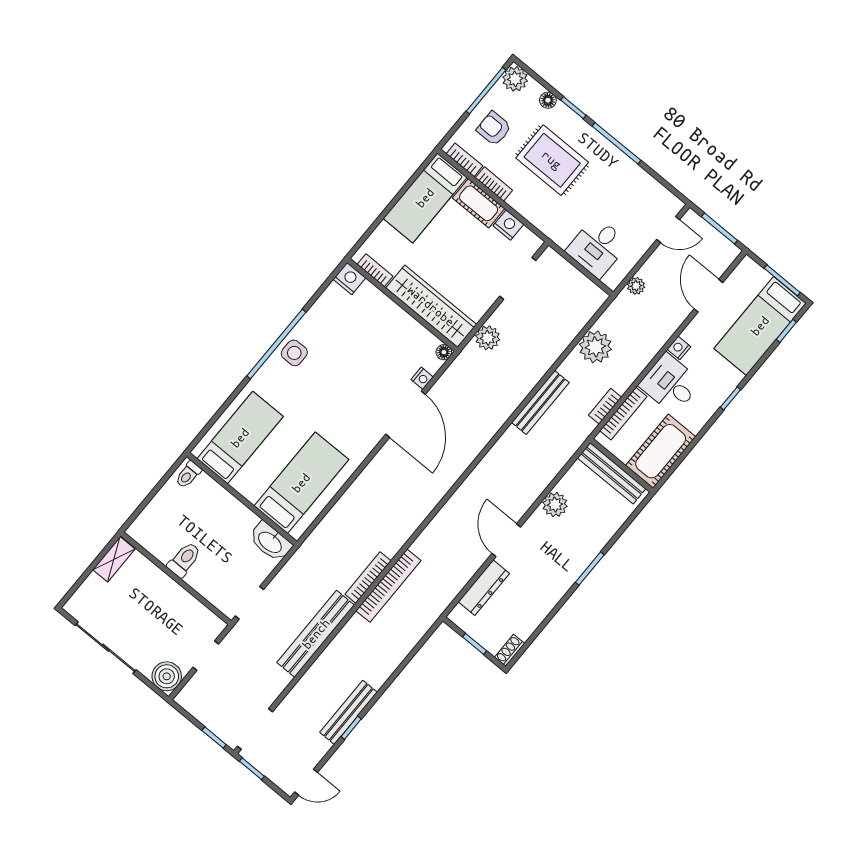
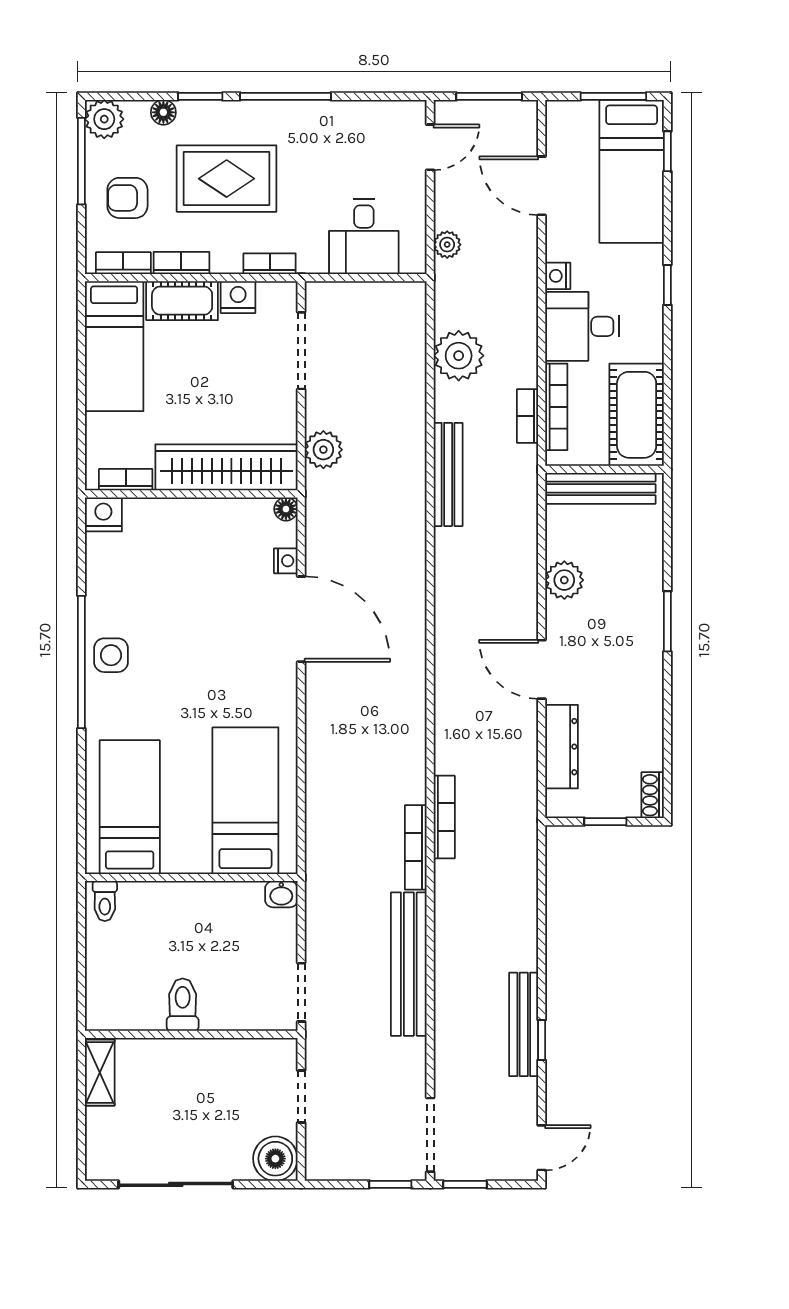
bookcase: (538, 221) -> (270, 264), added
washbasin: (270, 542) -> (281, 894), width x0.52, depth x0.69
bookcase: (388, 586) -> (444, 817), width x0.68, depth x0.76

